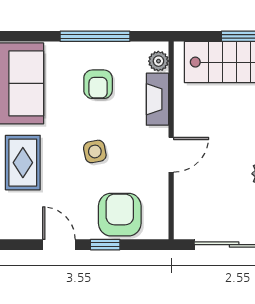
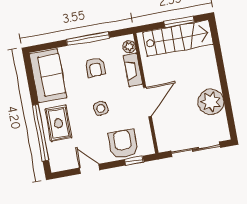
door: (171, 155) -> (147, 102), width x1.38
window: (105, 245) -> (134, 161), moved

